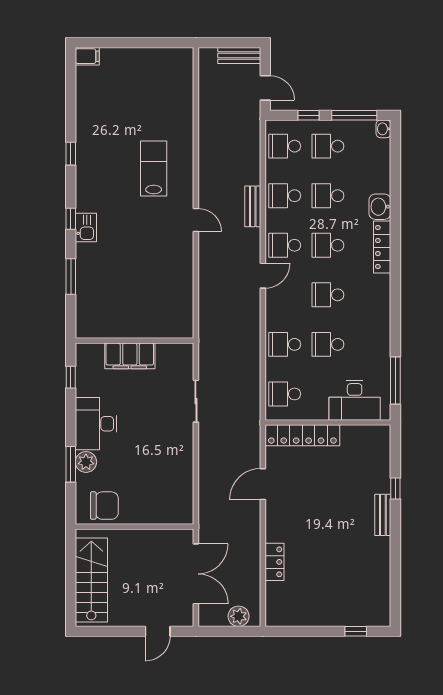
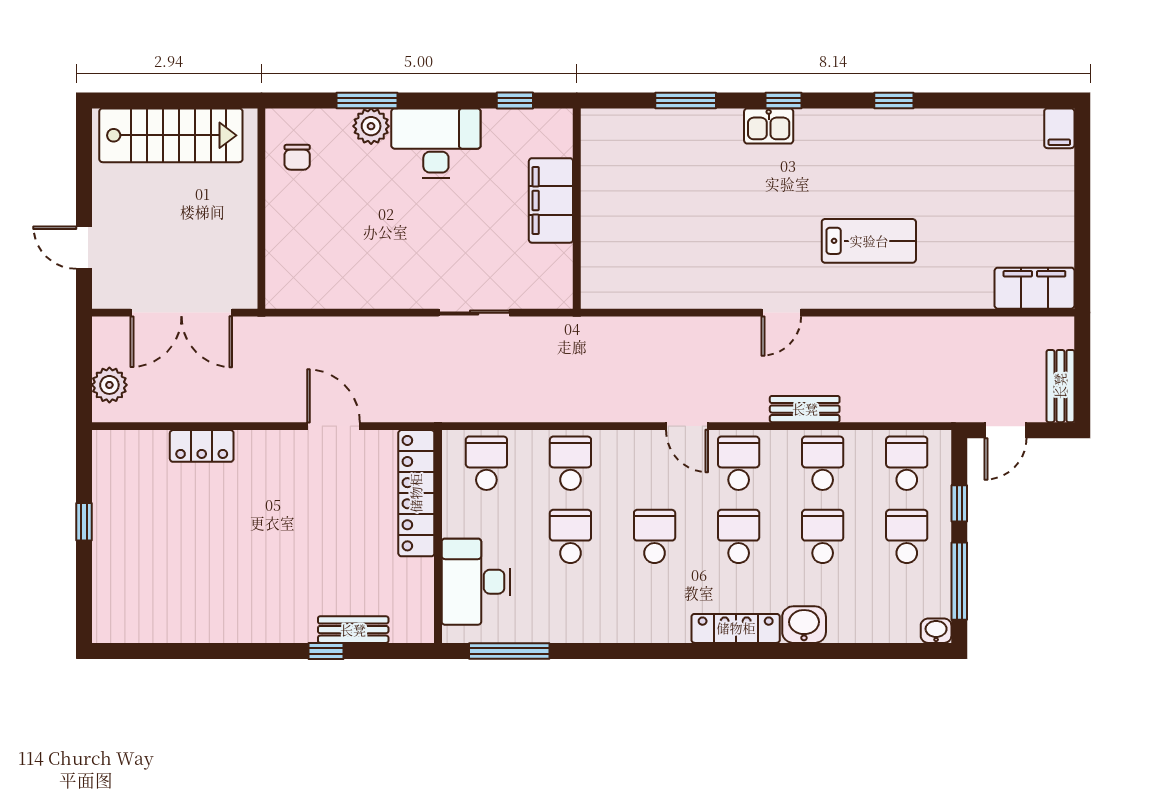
filing cabinet: (182, 71) -> (1034, 288), added
chair: (104, 506) -> (297, 157), width x0.54, depth x0.54
bench: (383, 515) -> (353, 630), moved
window: (356, 631) -> (84, 522), moved

